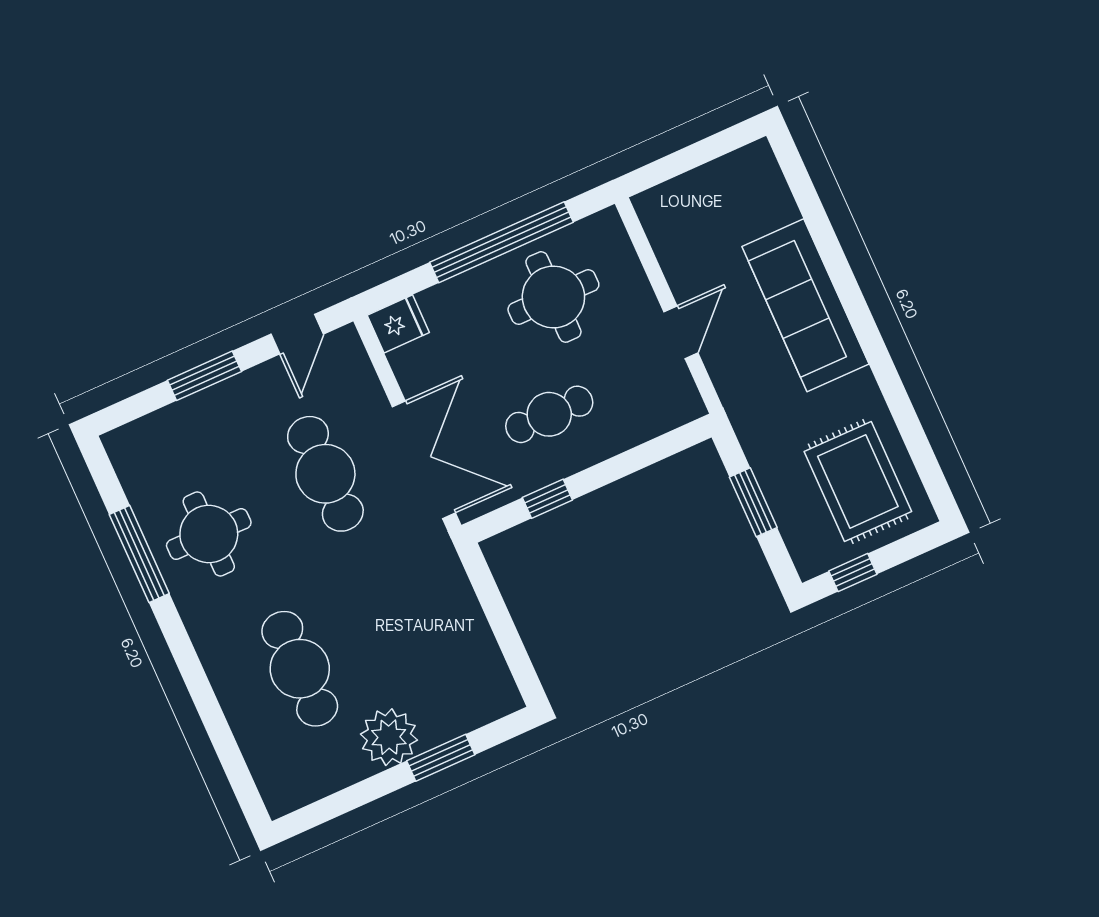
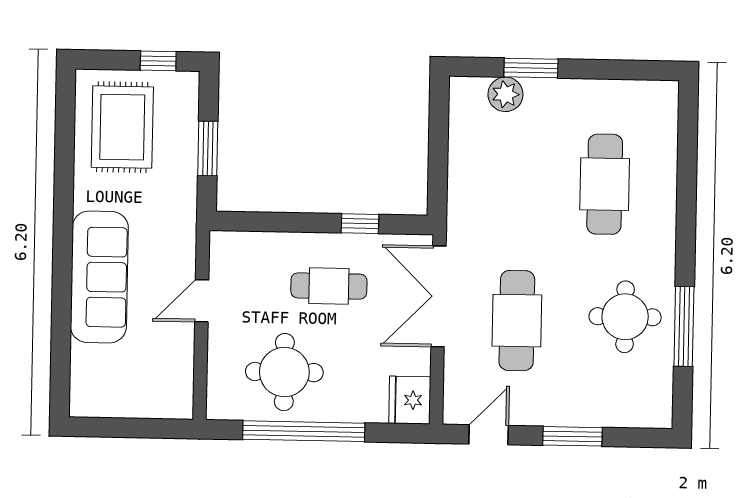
fridge: (398, 324) -> (410, 400), width x1.38
plant: (389, 737) -> (505, 94), moved, width x0.73, depth x0.73

